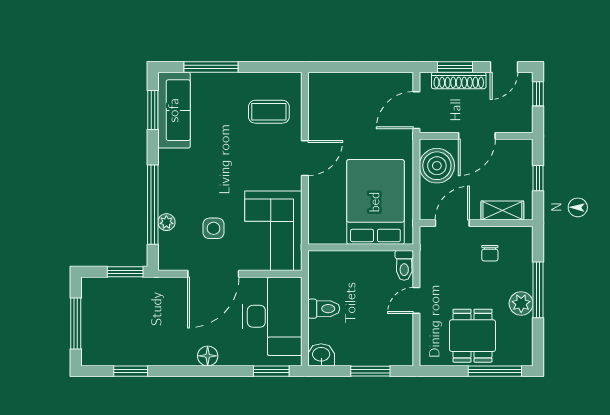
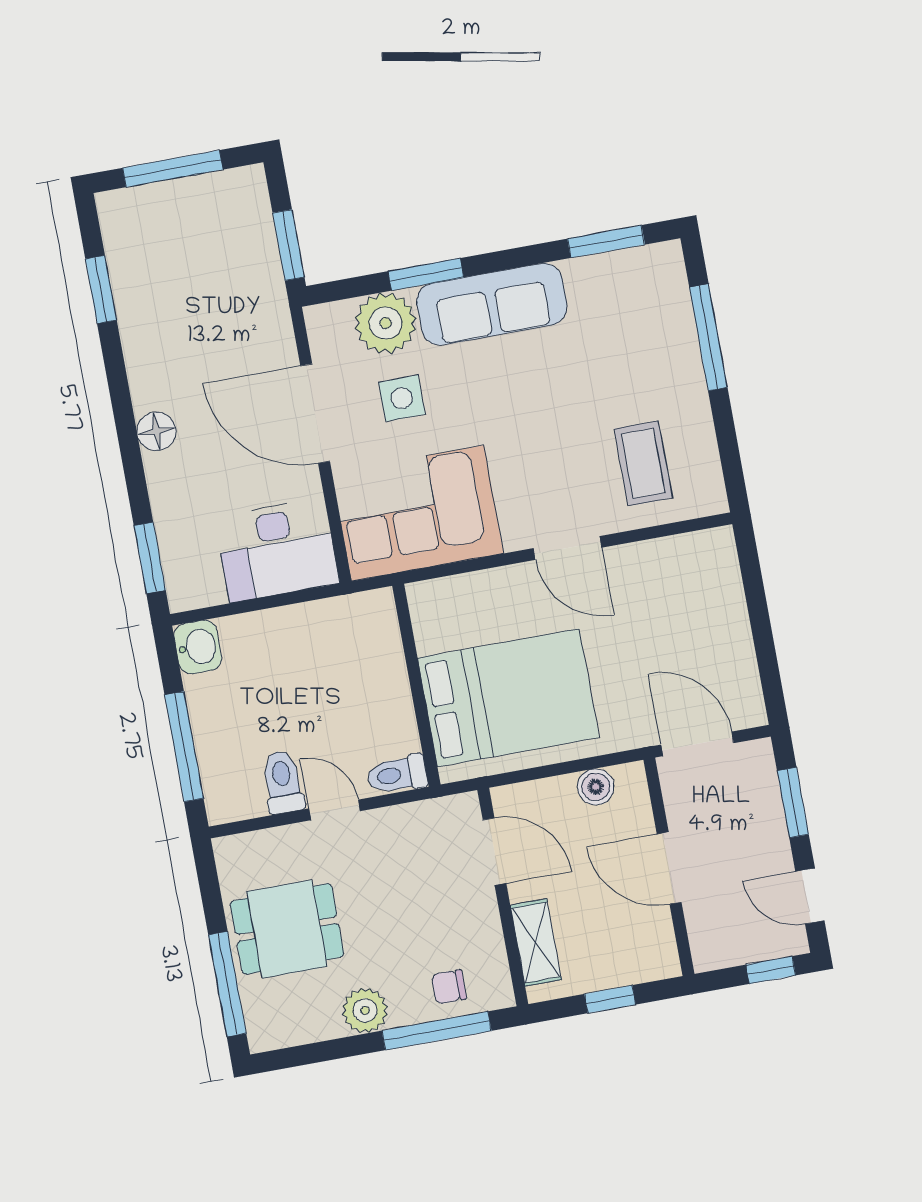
shoe rack: (459, 80) -> (769, 814), removed
sofa: (174, 110) -> (492, 304), moved
boiler: (437, 166) -> (596, 787), width x0.54, depth x0.54
window: (153, 205) -> (426, 274), width x0.47
plant: (166, 222) -> (386, 323), width x1.87, depth x1.87
chair: (490, 253) -> (449, 987), moved
window: (538, 290) -> (437, 1031), moved
toilet: (324, 309) -> (283, 782), moved, turned 180
desk: (272, 316) -> (277, 550), width x0.73, depth x0.77
window: (370, 371) -> (184, 747), width x1.44

